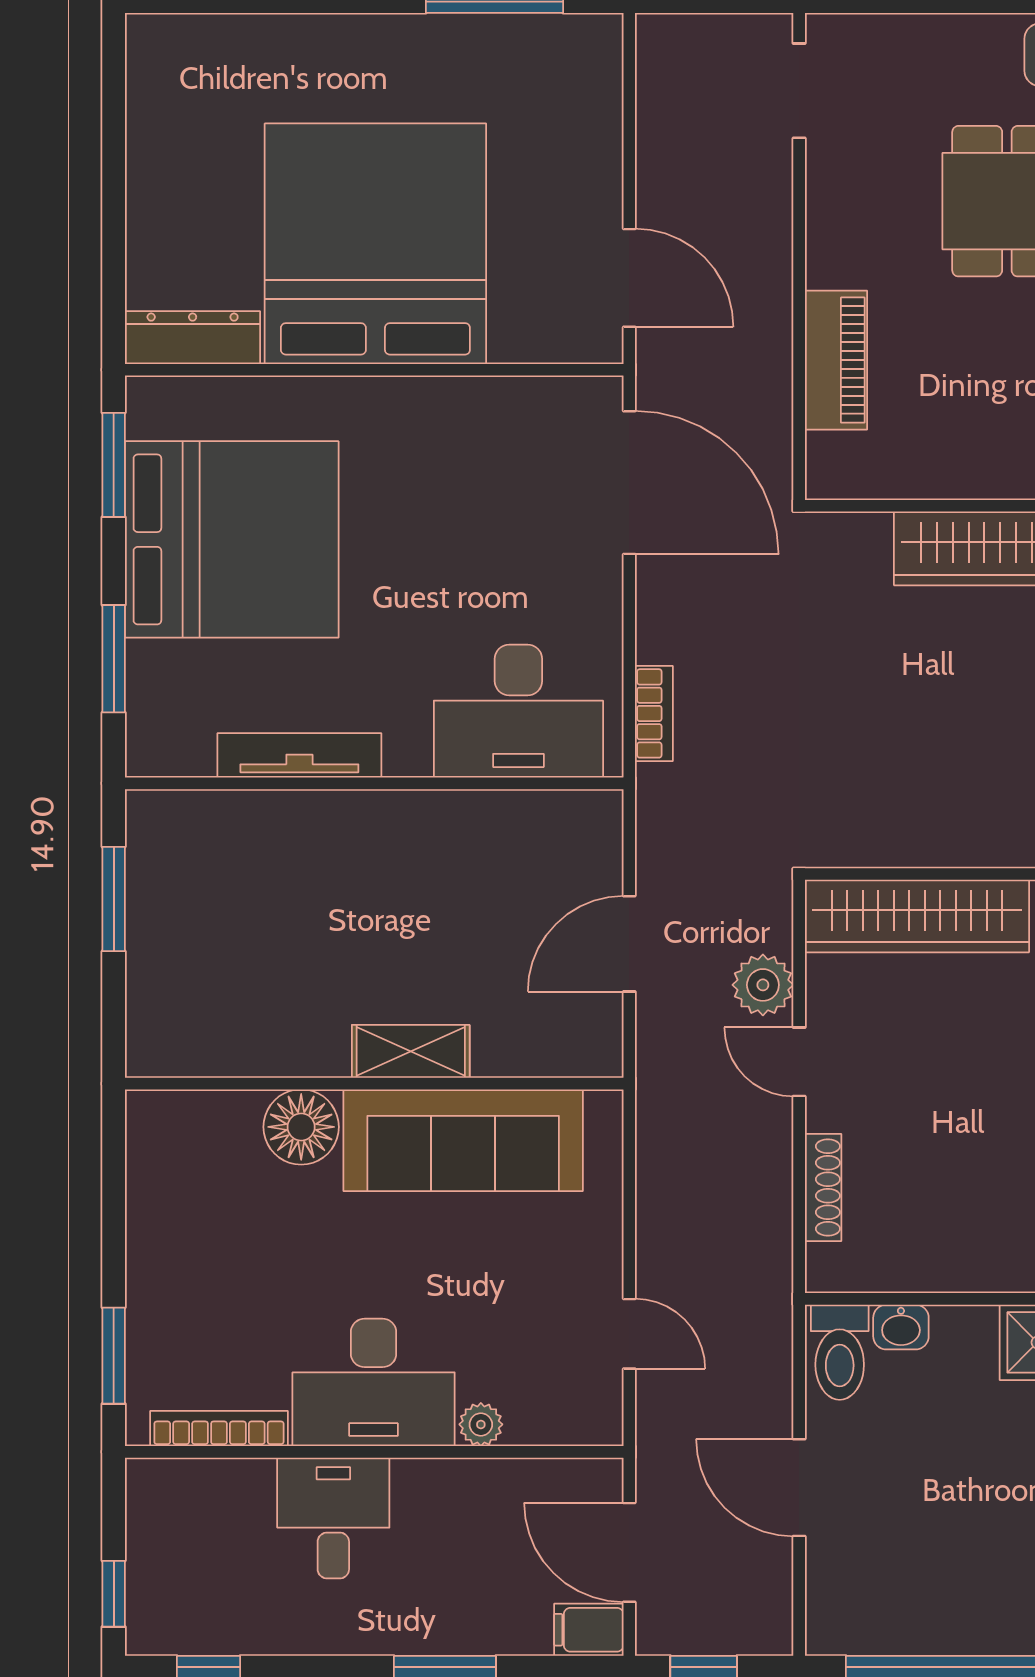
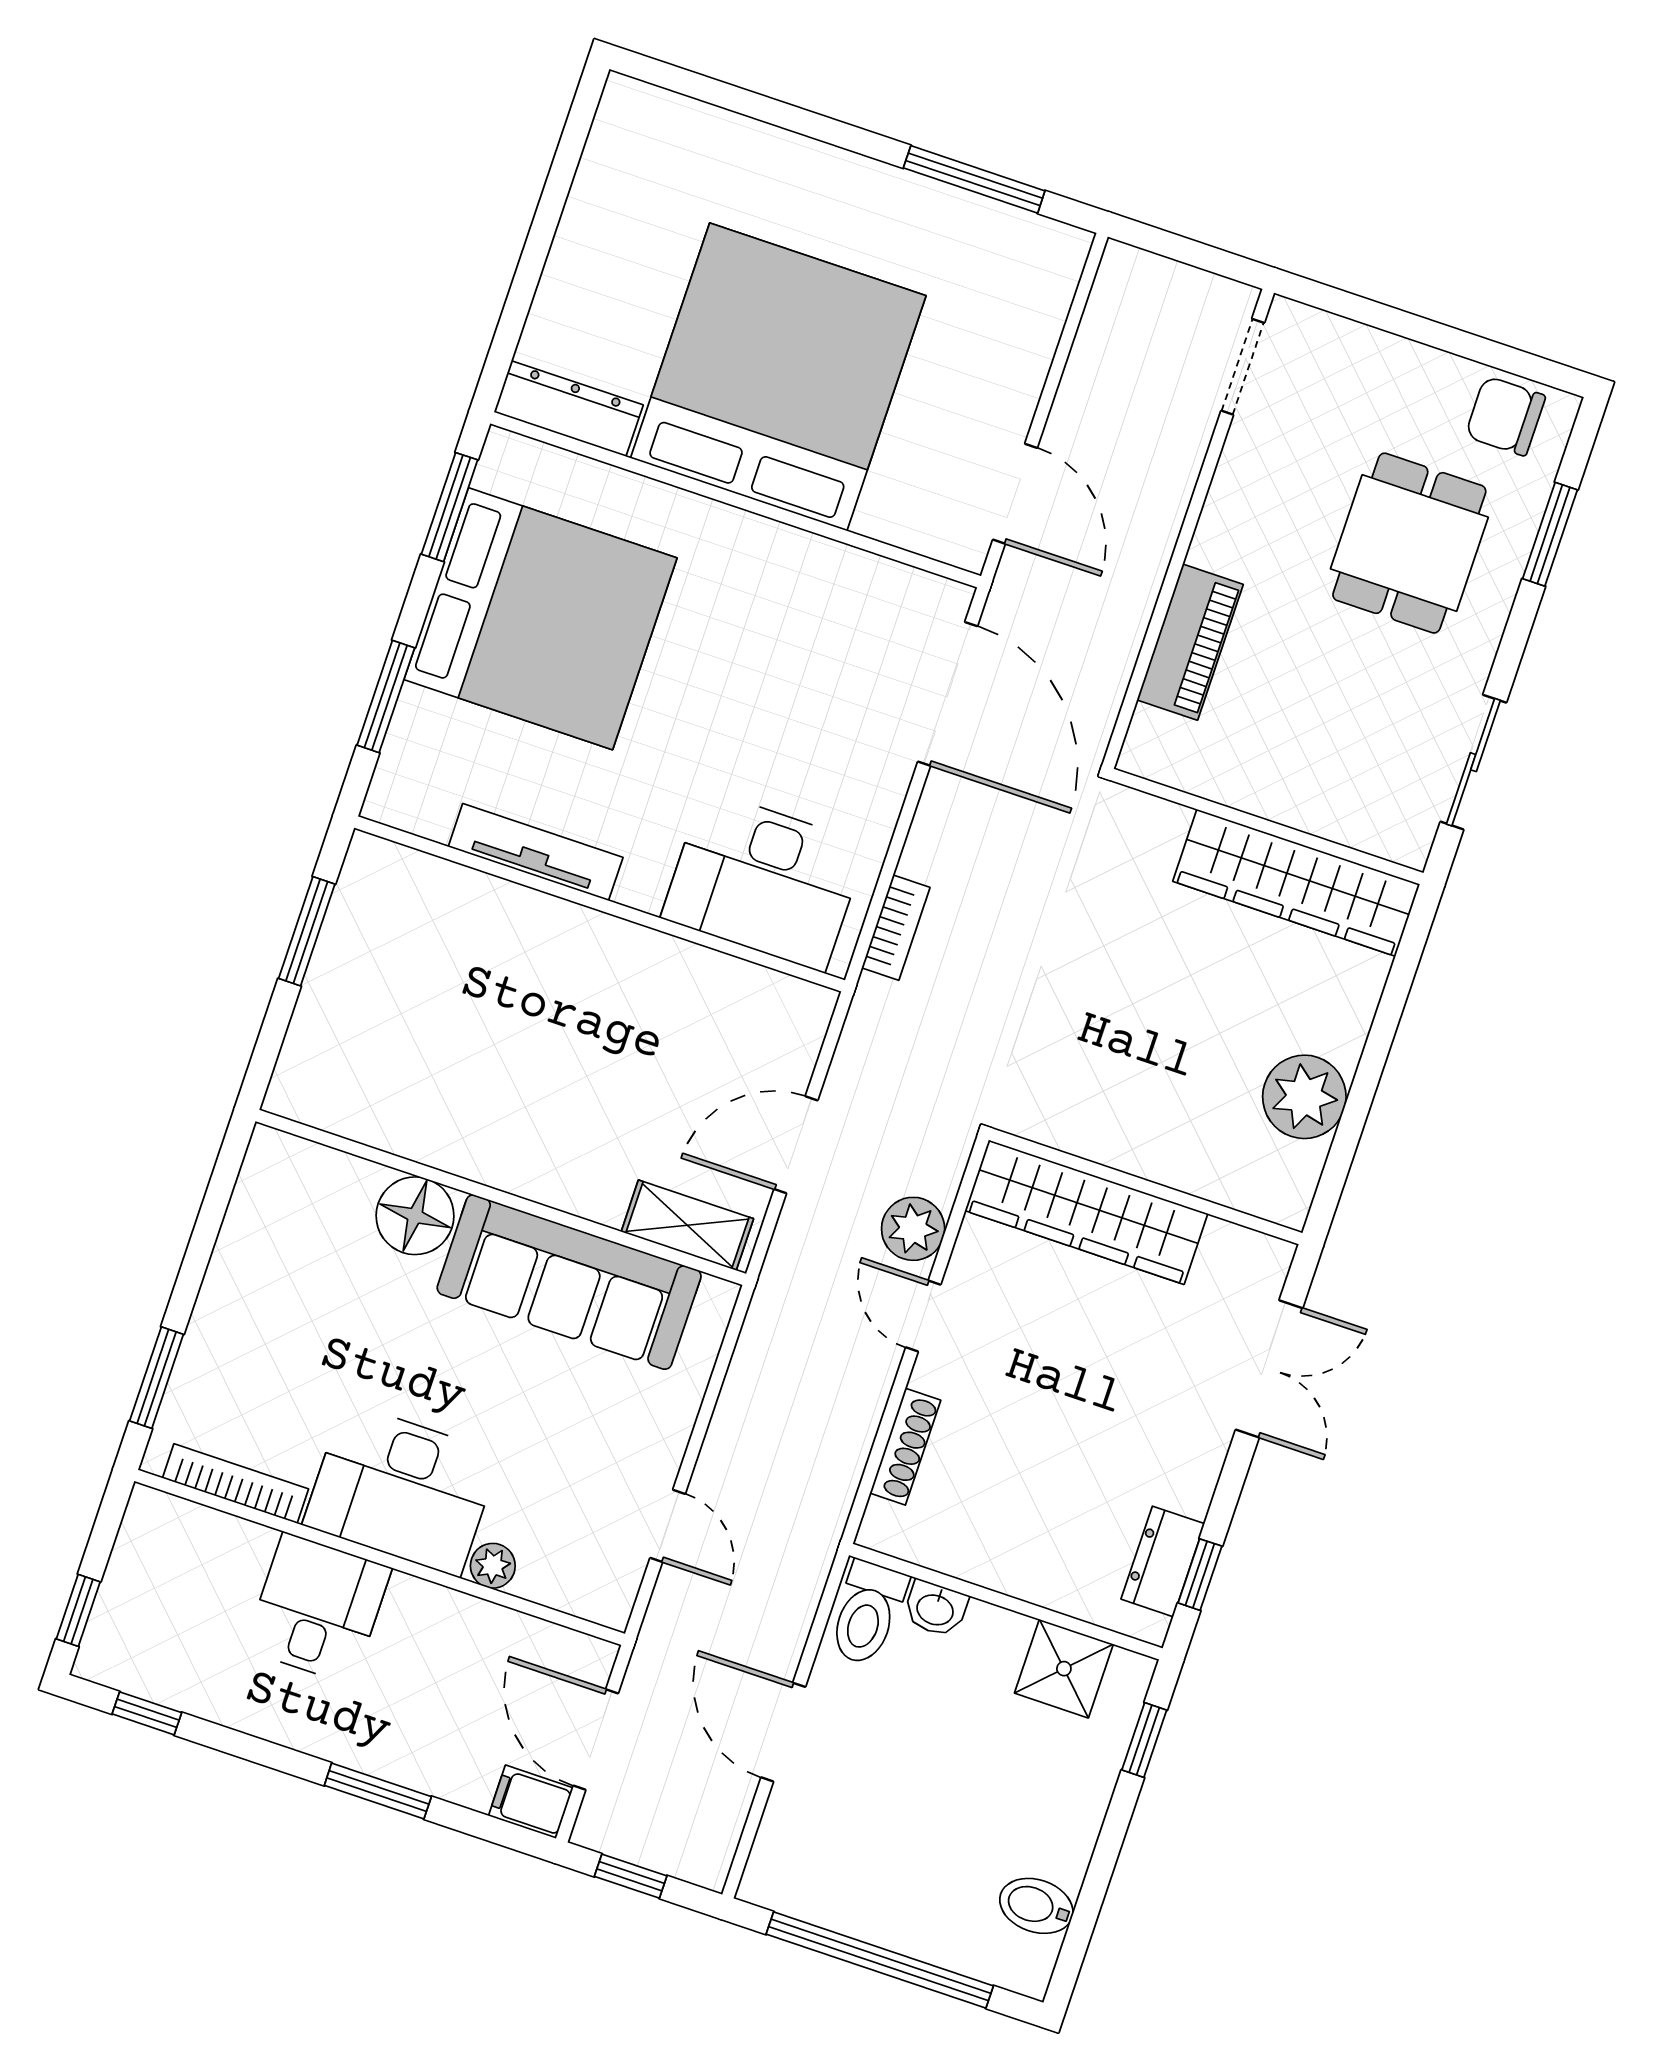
shelving: (411, 1051) -> (687, 1225), moved

